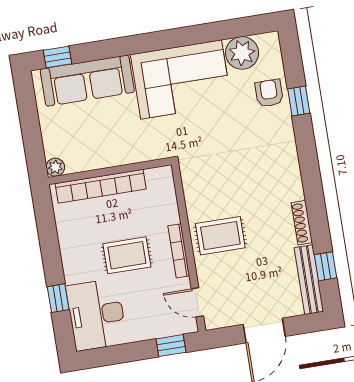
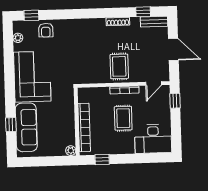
plant: (242, 53) -> (18, 38), width x0.53, depth x0.53
window: (57, 57) -> (11, 125), moved
armchair: (269, 93) -> (46, 30), turned -90
window: (299, 101) -> (31, 15), moved
bench: (309, 280) -> (154, 22), width x0.73
window: (58, 298) -> (102, 160), moved

